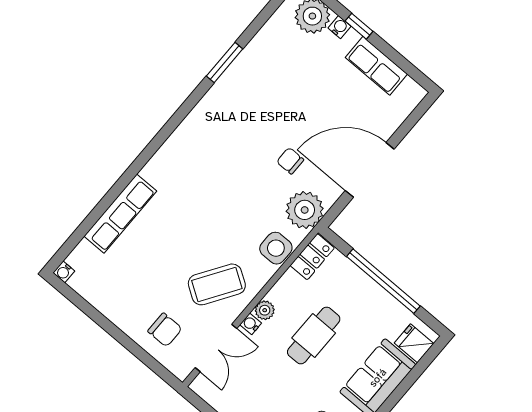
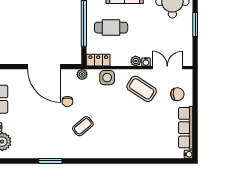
coffee table: (235, 153) -> (83, 126), added
plant: (305, 210) -> (82, 74), width x0.53, depth x0.53
row of seats: (120, 214) -> (186, 128), moved, turned -90
chair: (165, 330) -> (177, 94), turned 86
cafe table: (314, 336) -> (111, 28), moved

